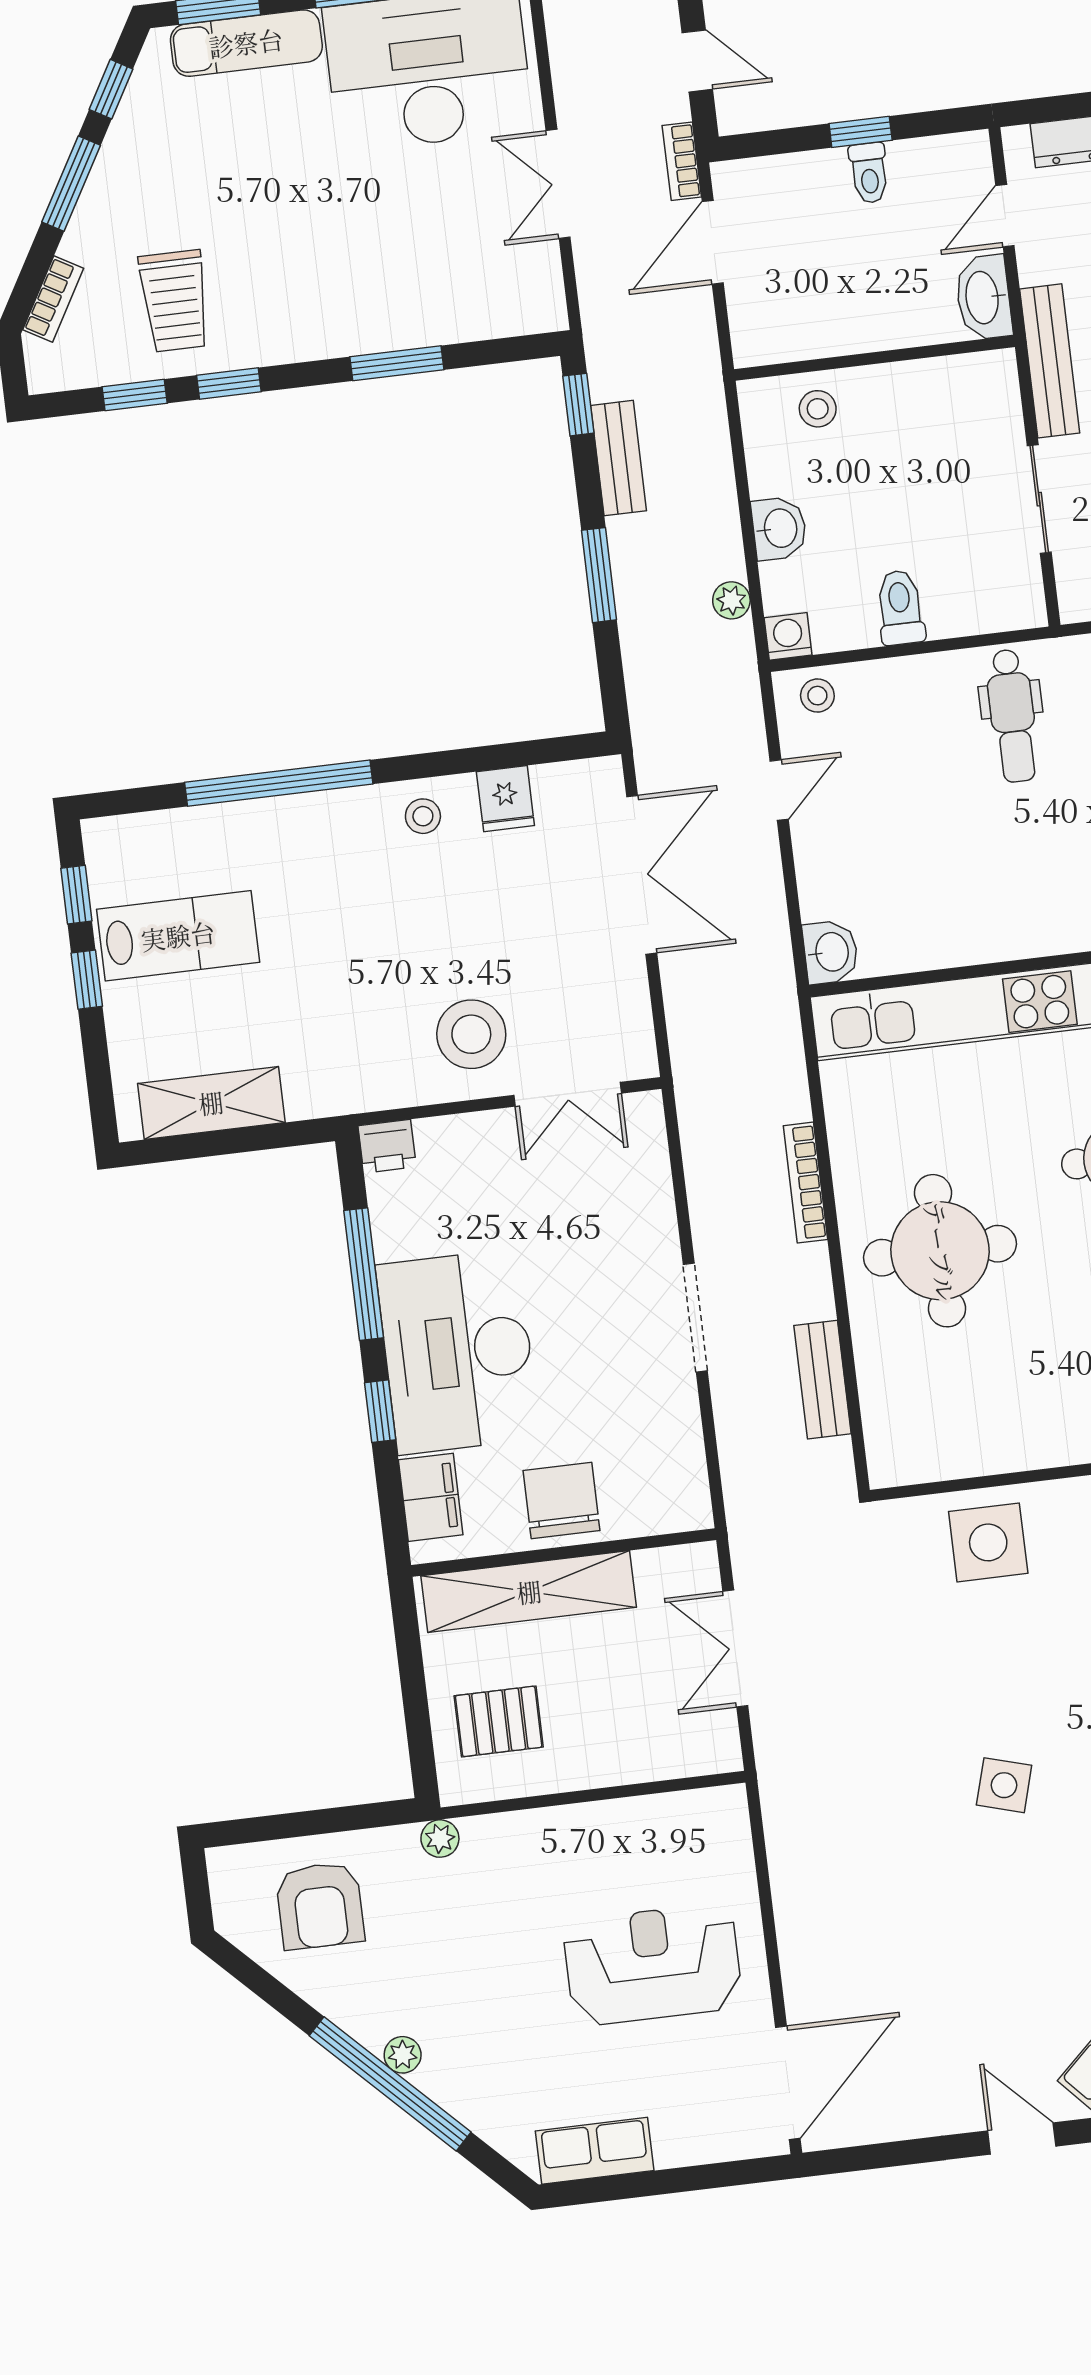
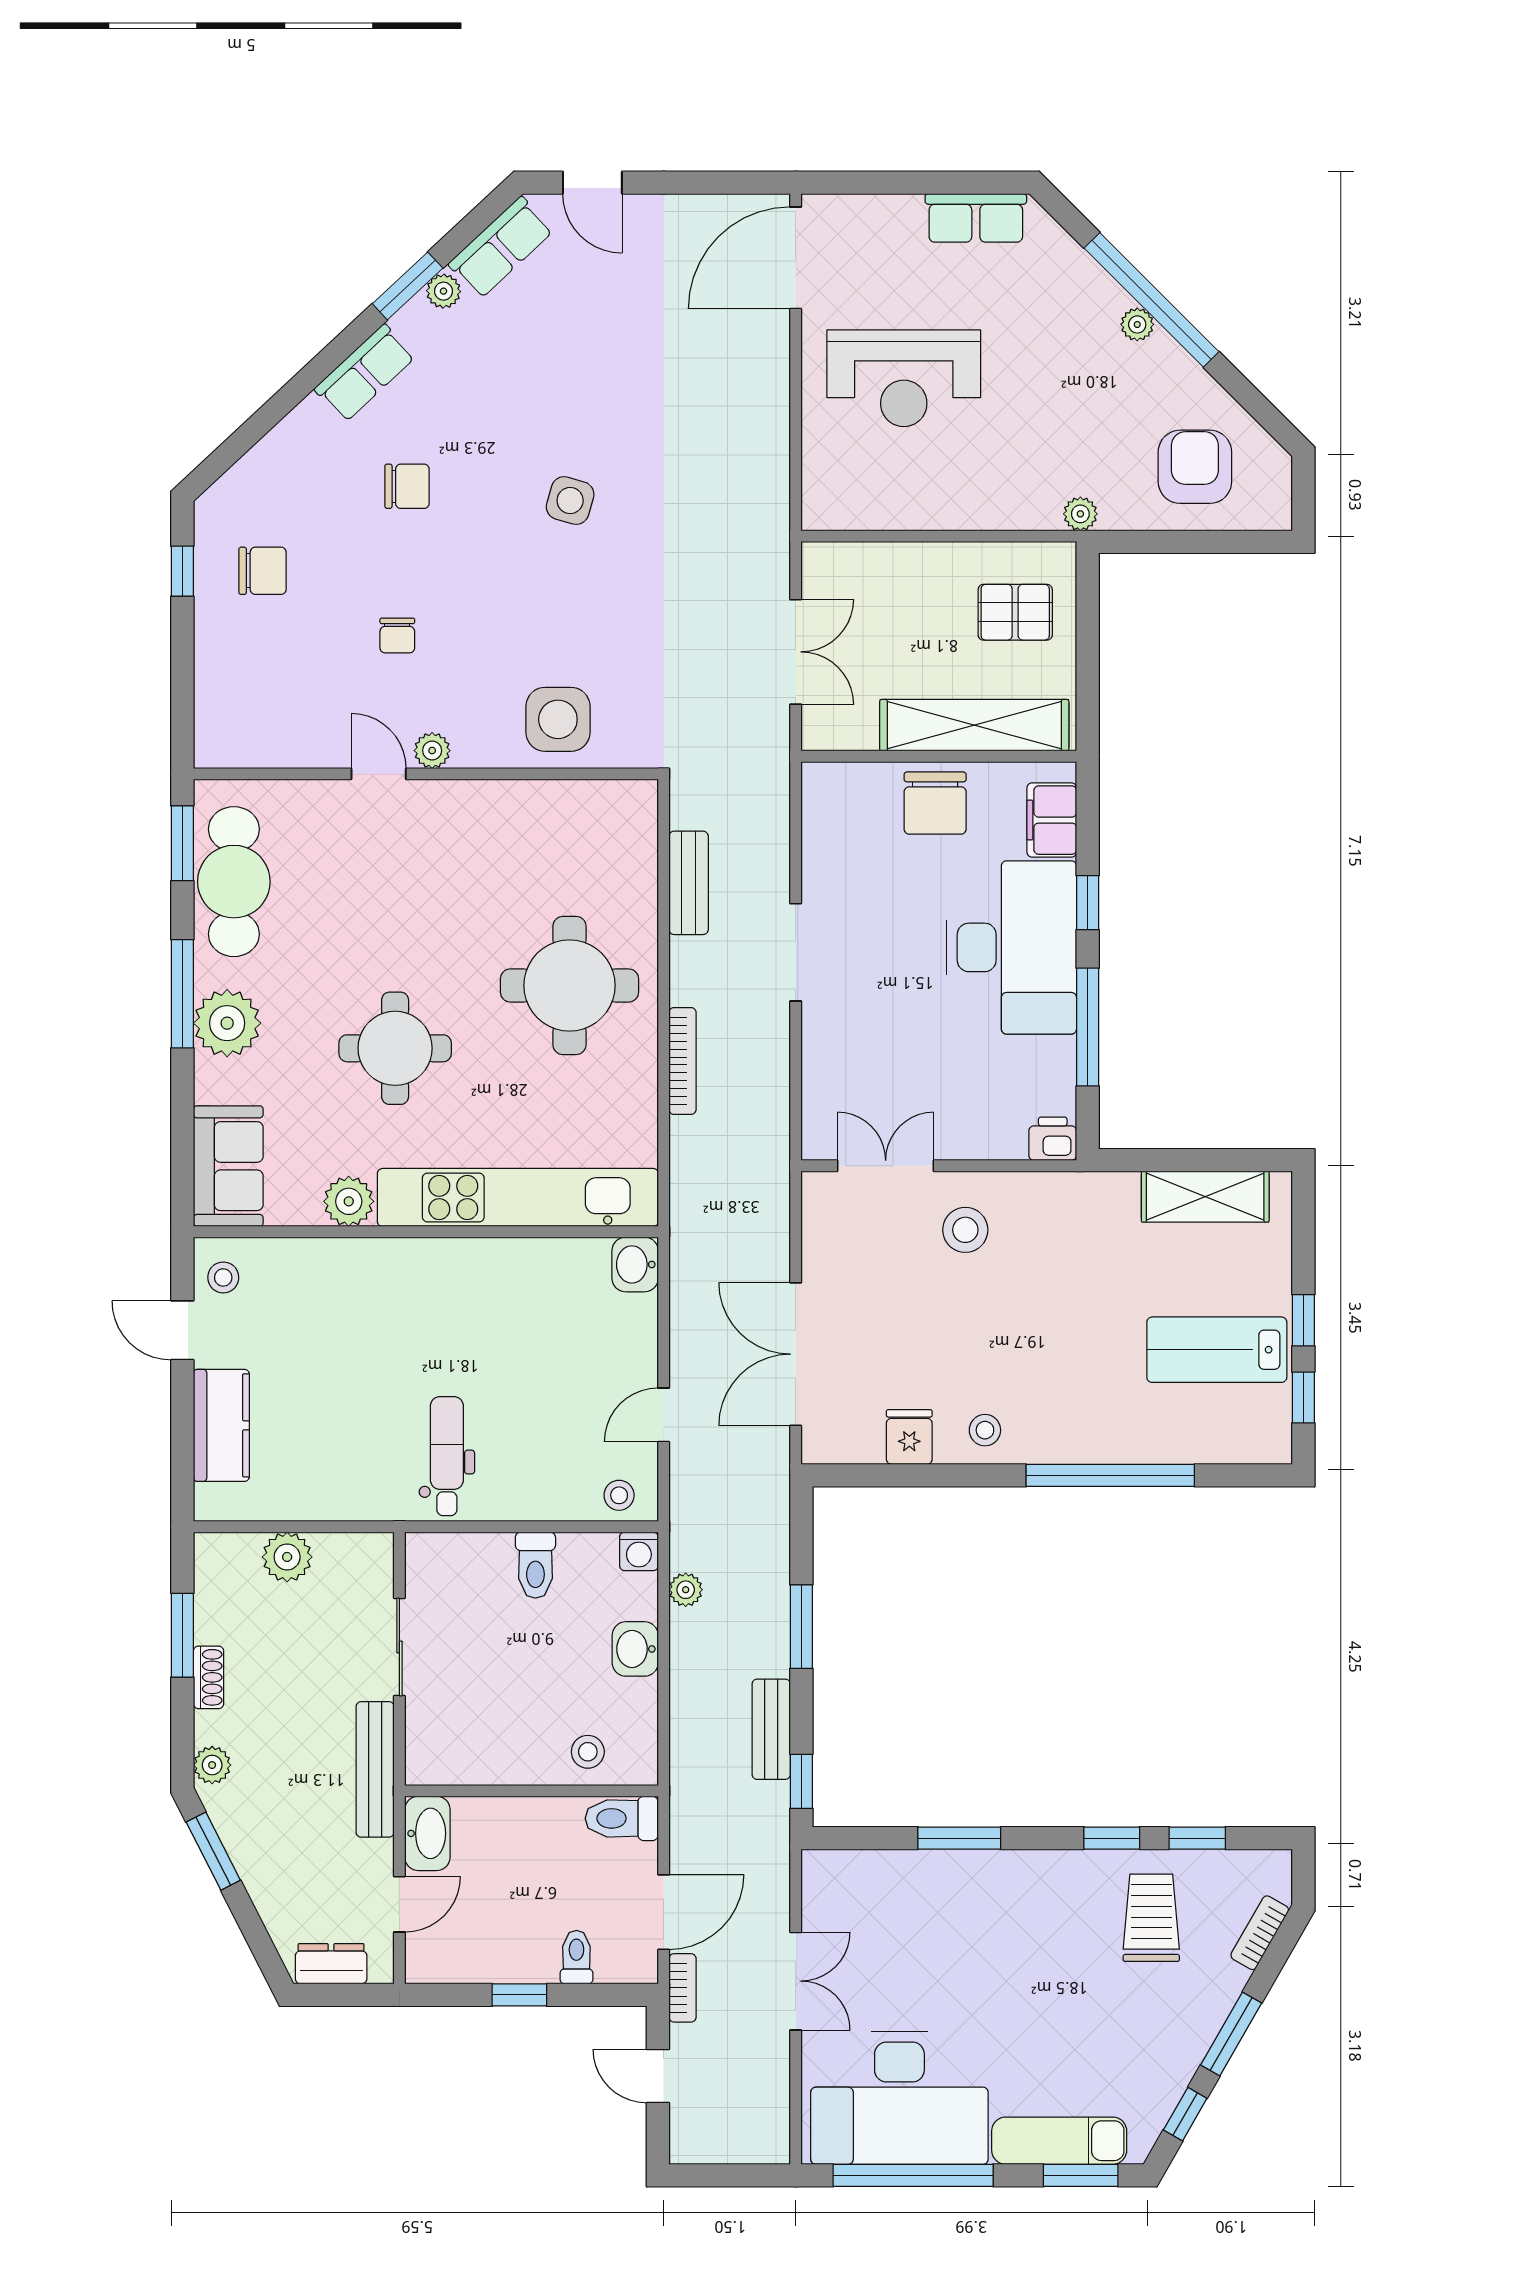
toilet: (869, 173) -> (576, 1957), moved
toilet: (771, 340) -> (622, 1818), added
stool: (471, 1034) -> (965, 1230), width x0.73, depth x0.73

